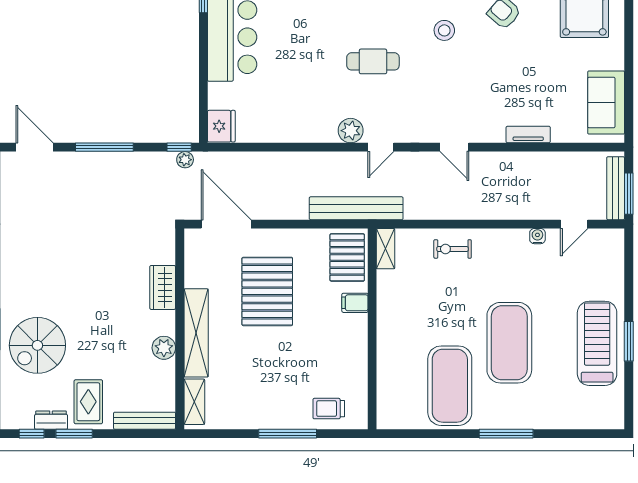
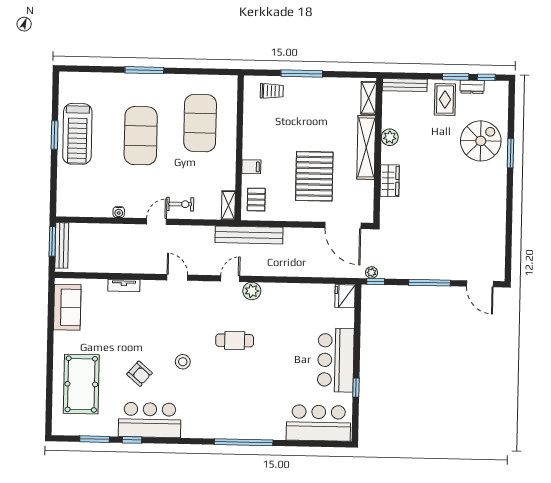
door: (574, 224) -> (157, 222), moved
pallet: (347, 257) -> (256, 200), width x0.67, depth x0.71
exercise mat: (450, 386) -> (200, 123), moved

